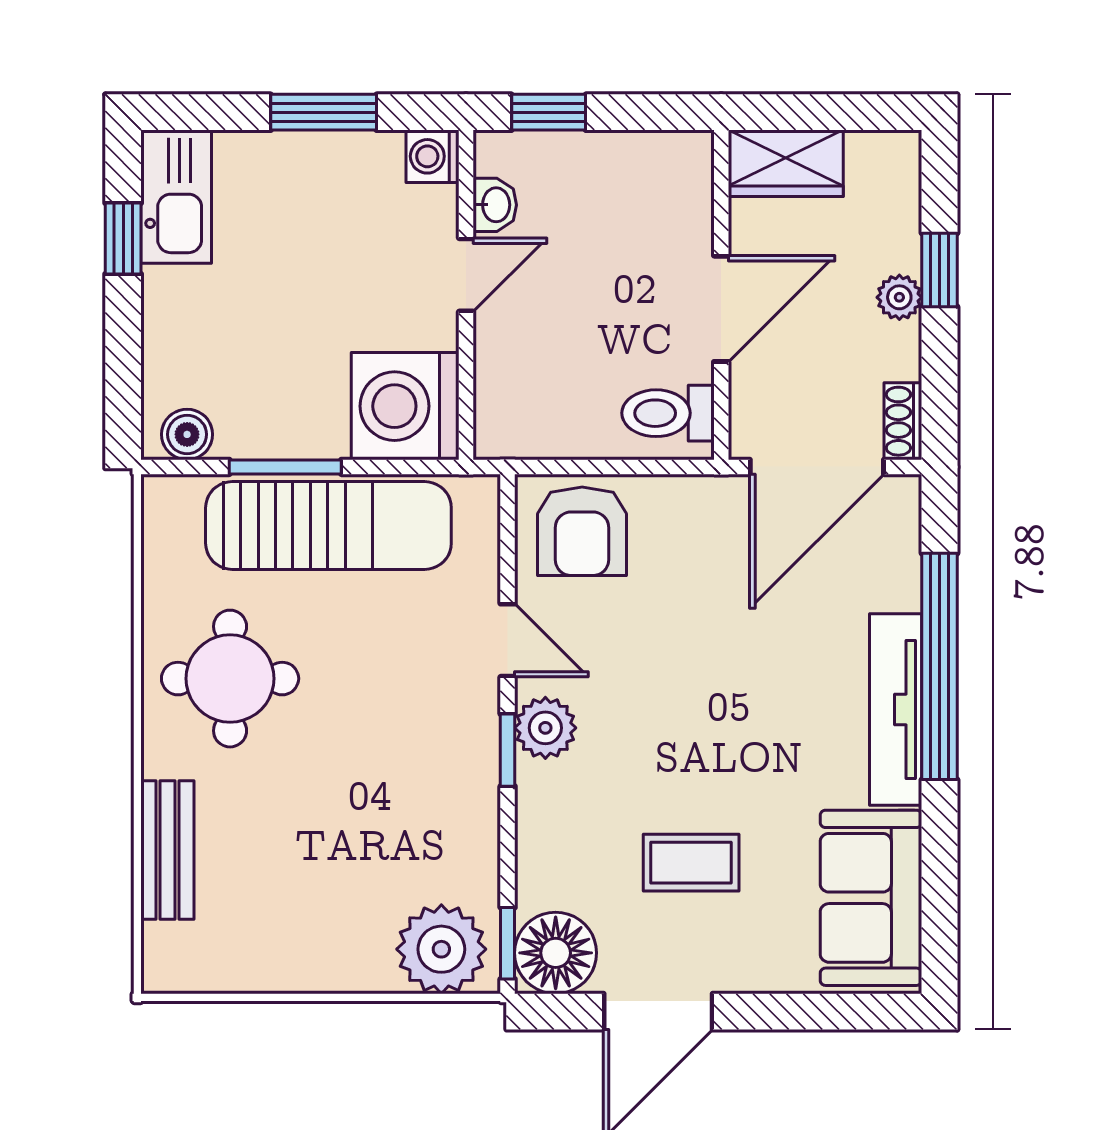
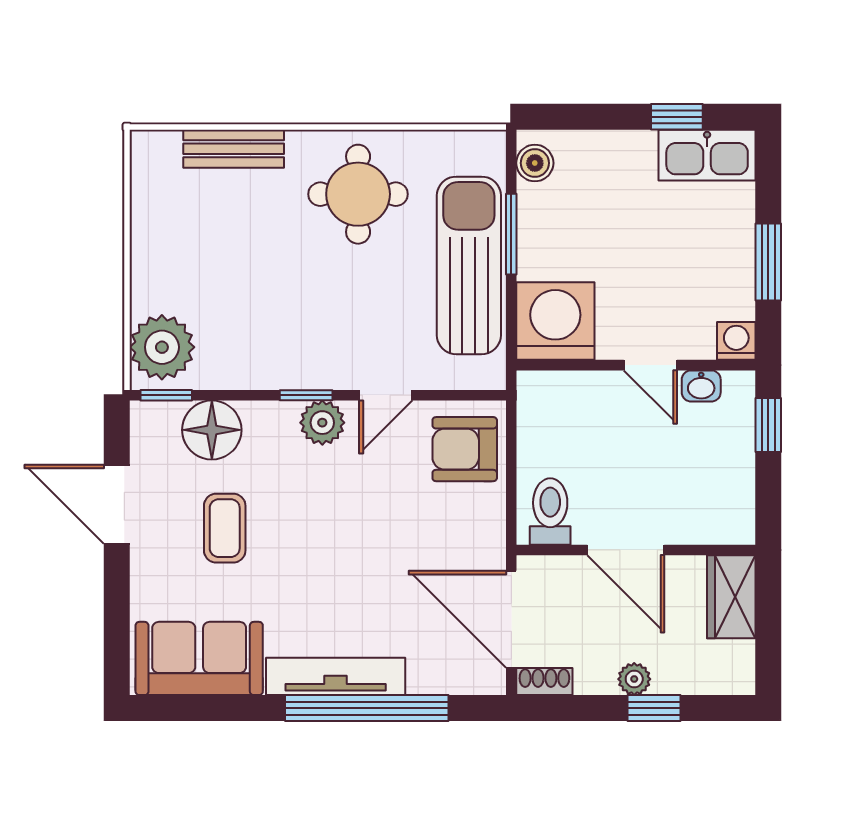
sun lounger: (328, 525) -> (469, 265), turned 180
floor lamp: (556, 953) -> (212, 430), moved

